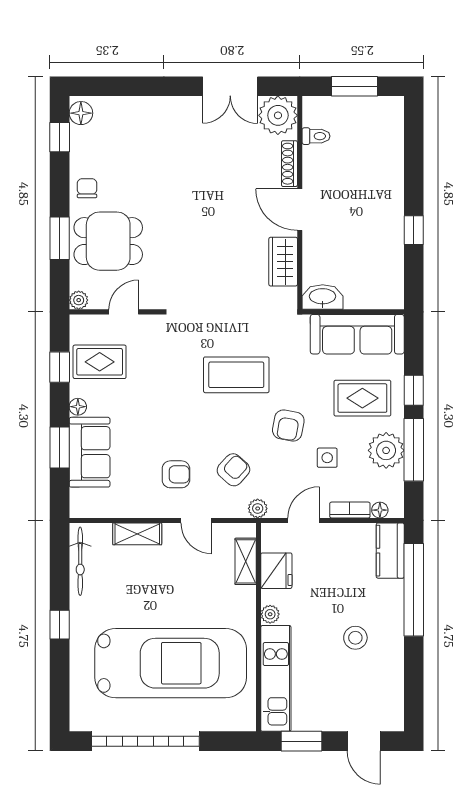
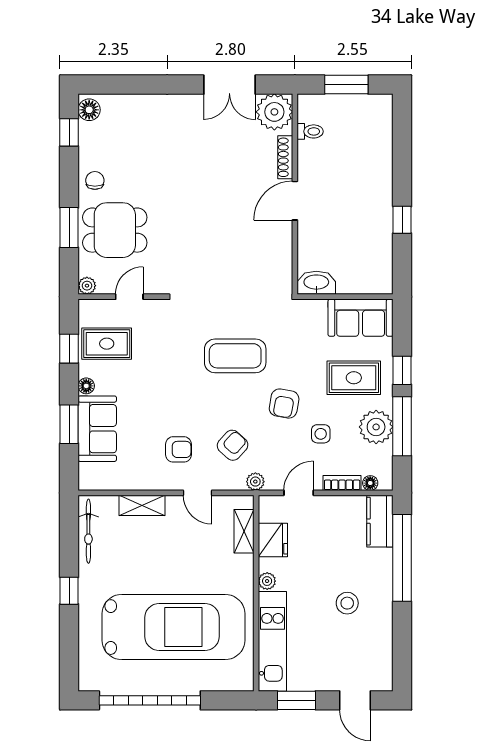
door: (300, 210) -> (295, 201), hinge flipped
wardrobe: (283, 262) -> (279, 249), removed
sofa: (357, 334) -> (361, 318), width x0.73

